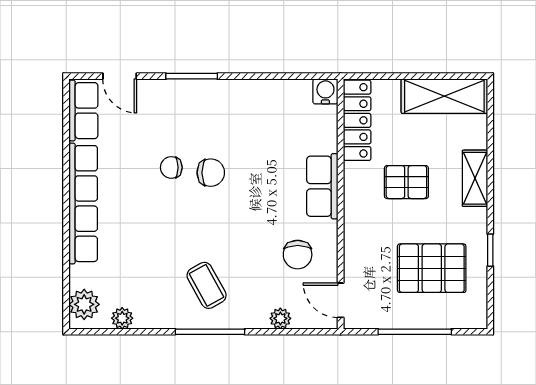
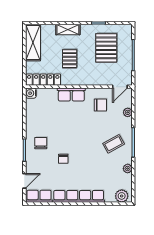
chair: (211, 173) -> (41, 143), moved
plant: (122, 318) -> (128, 169), moved

